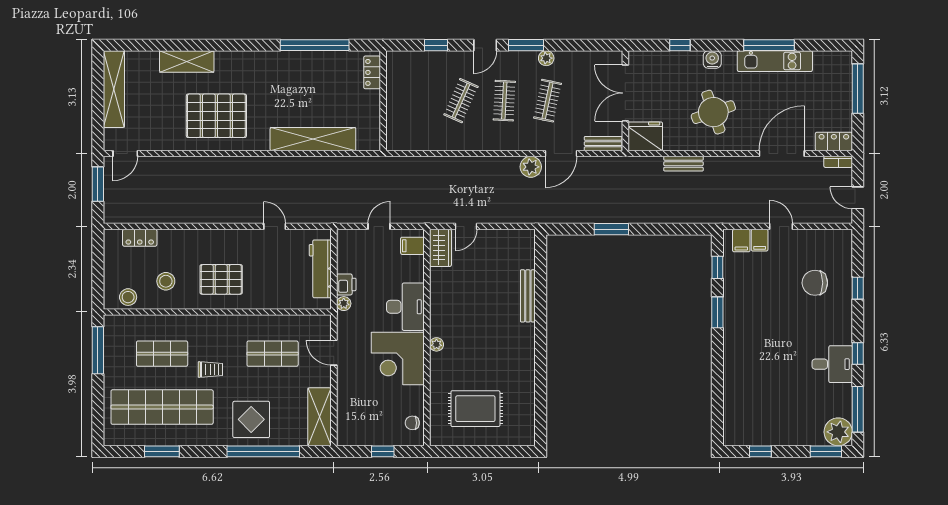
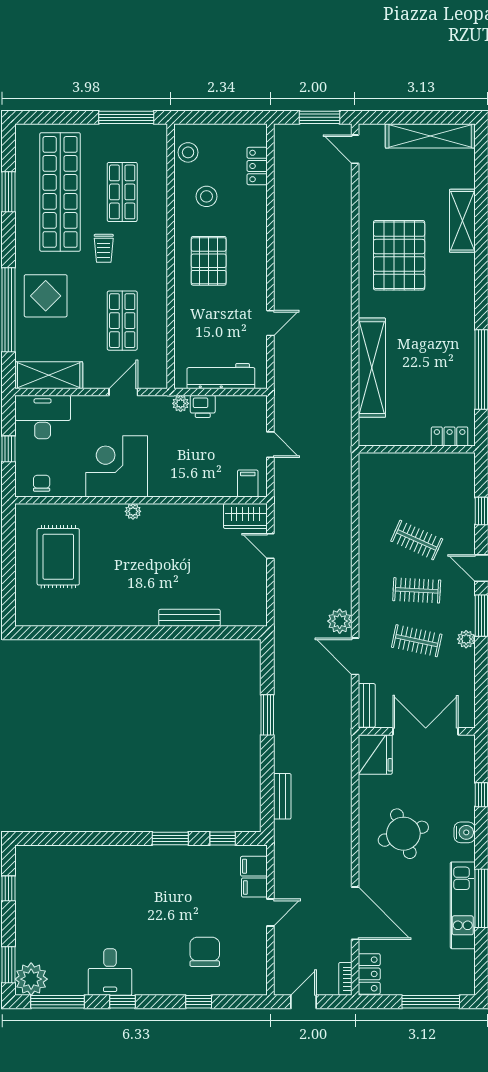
bench: (683, 164) -> (282, 796), moved
desk: (405, 307) -> (43, 417), moved, turned 180

